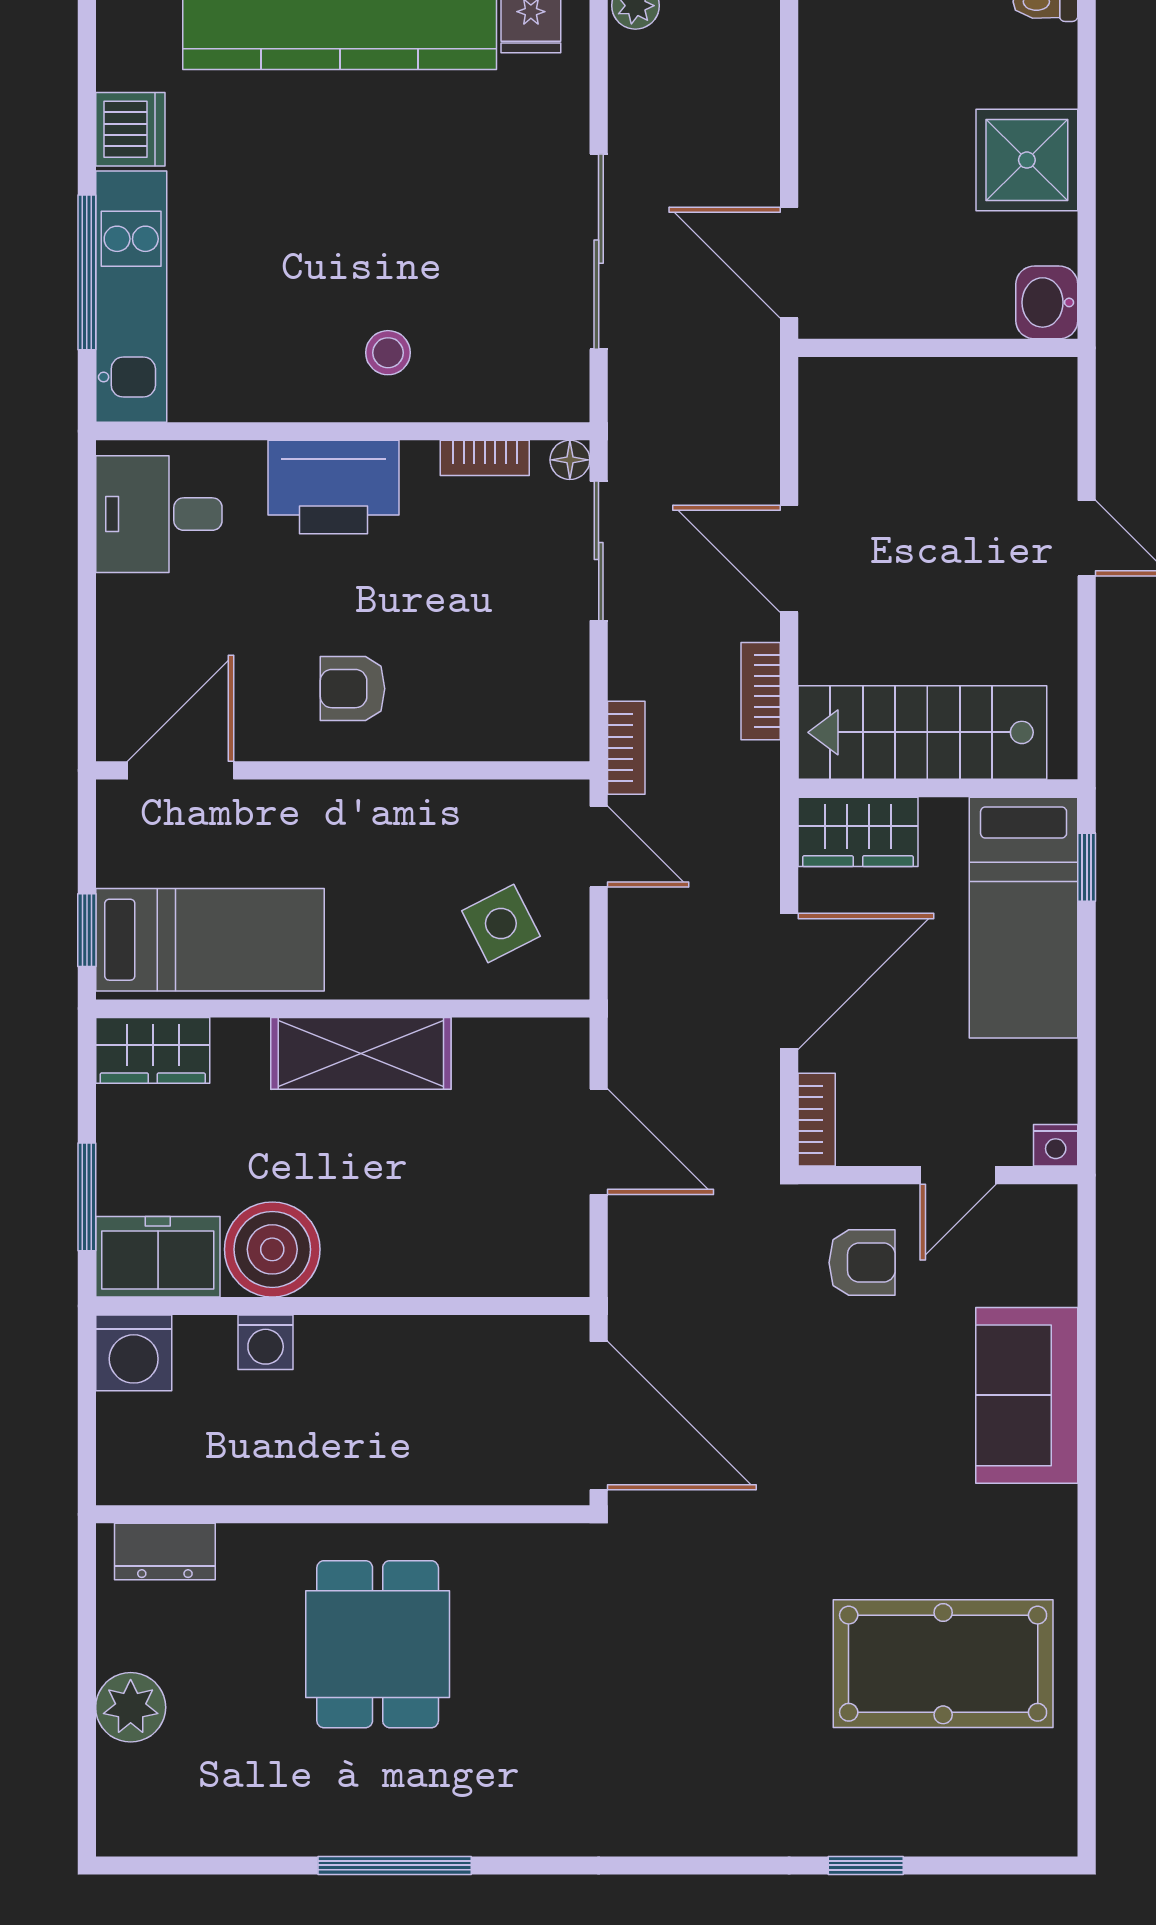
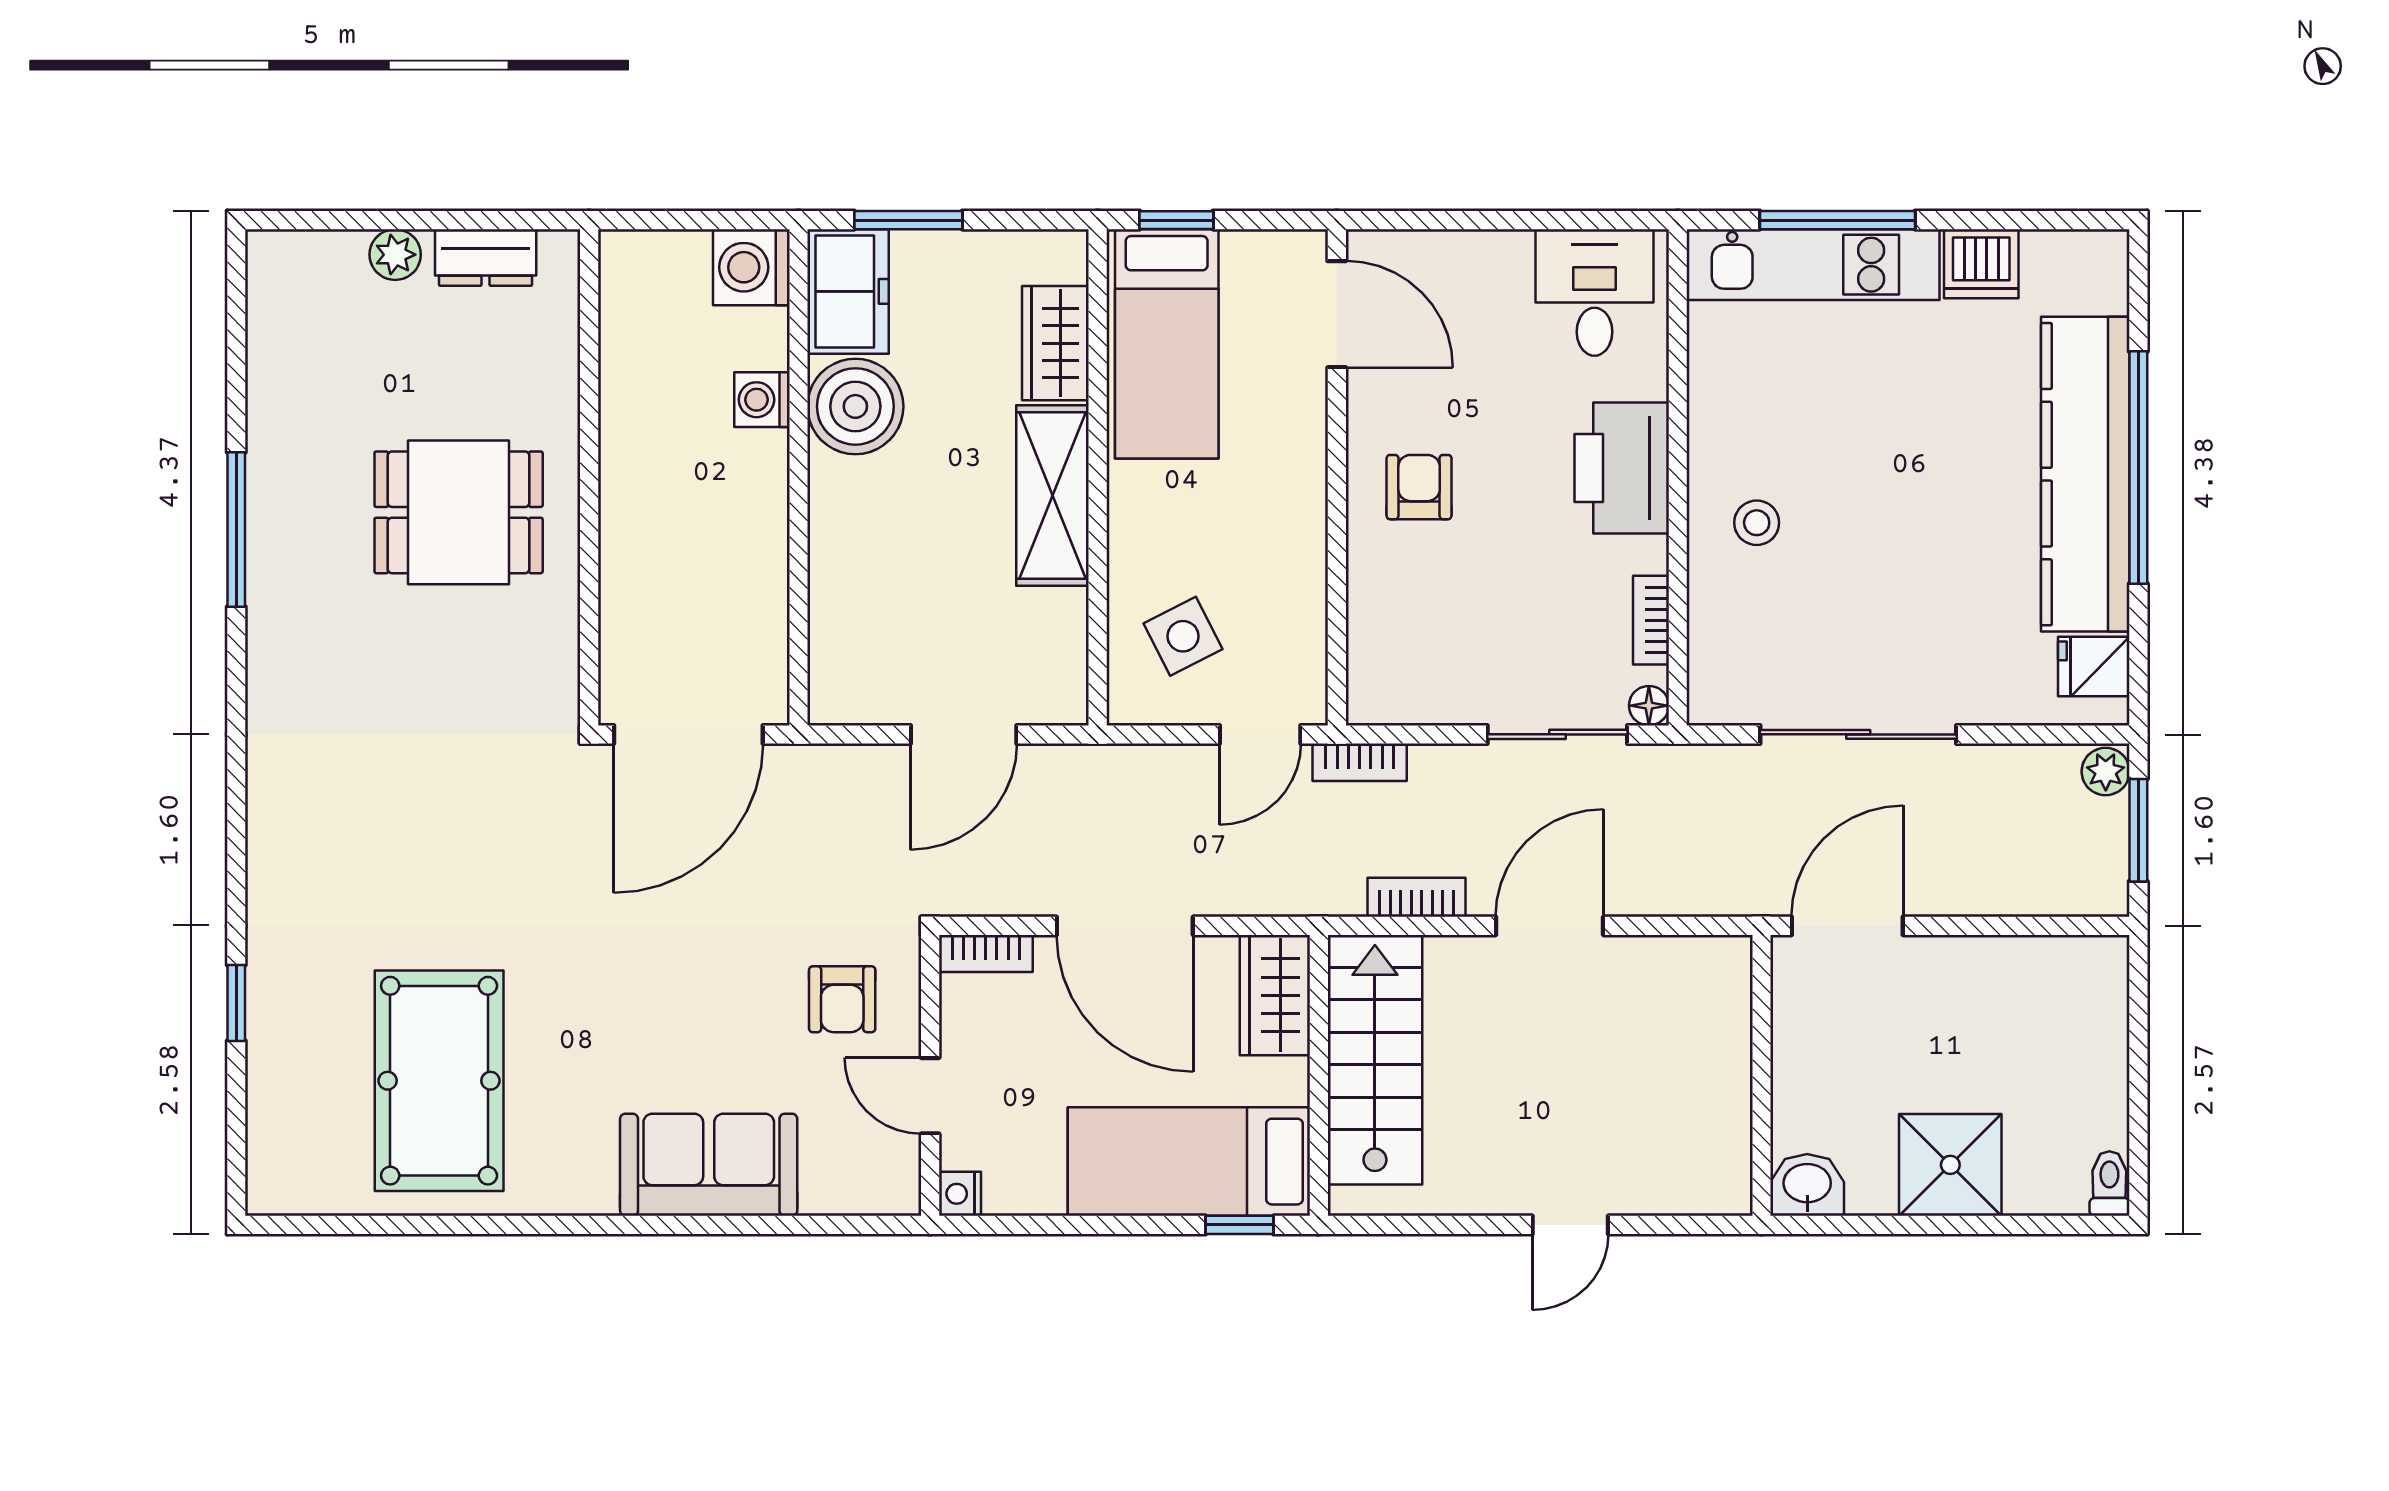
wardrobe: (153, 1050) -> (1055, 343), moved
dresser: (165, 1552) -> (486, 257), moved, turned -90
plant: (131, 1707) -> (395, 255), width x0.73, depth x0.73

